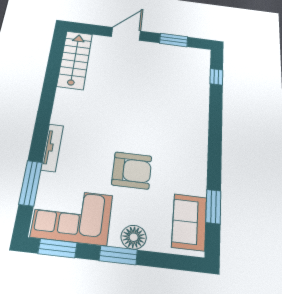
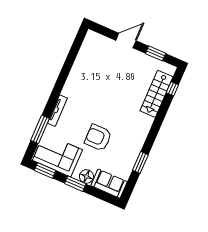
stairs: (75, 60) -> (156, 94), moved, turned 180
armchair: (132, 170) -> (98, 138), turned 180
window: (213, 207) -> (140, 162), moved
sofa: (189, 222) -> (109, 184), moved, turned 90

